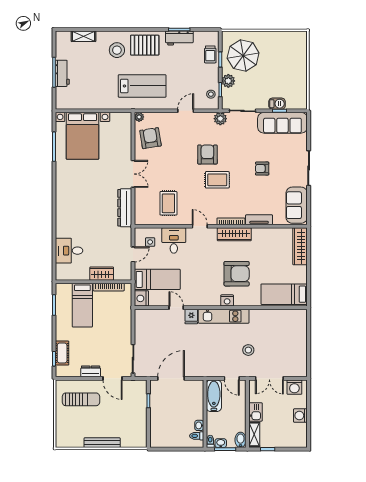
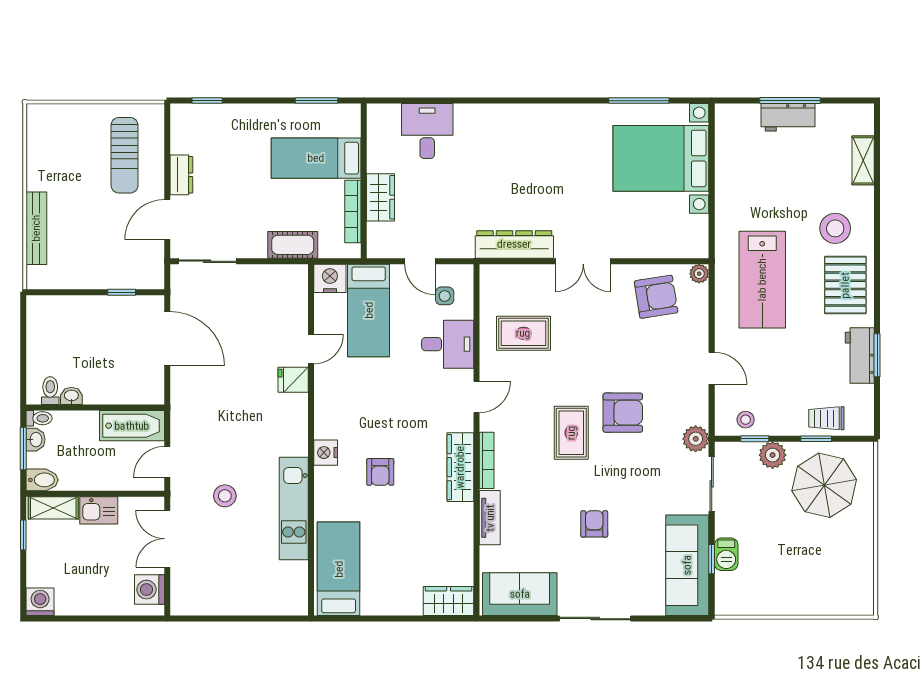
wardrobe: (300, 246) -> (449, 601), width x0.67
armchair: (237, 274) -> (380, 472), width x0.53, depth x0.53
kitchen unit: (224, 316) -> (294, 508), moved
cot: (62, 353) -> (293, 245), moved
washing machine: (300, 416) -> (40, 602), moved
bench: (102, 443) -> (36, 228), moved

